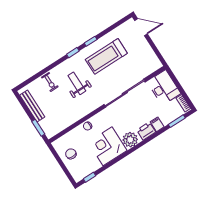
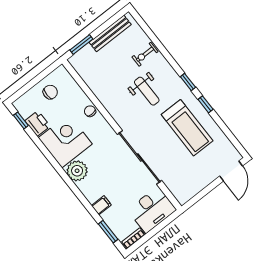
treadmill: (106, 56) -> (187, 128), turned 180
weight bench: (77, 83) -> (147, 91), turned 90
printer: (146, 131) -> (38, 123), moved

